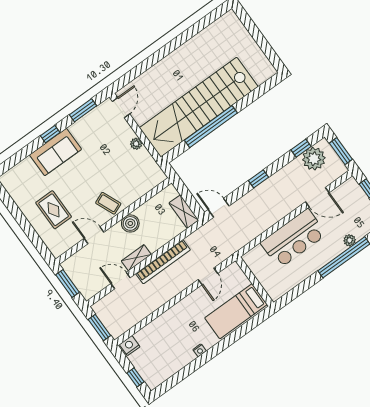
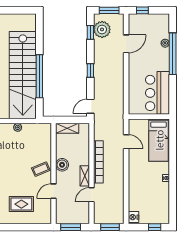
shelving: (184, 212) -> (67, 128), moved
bar counter: (293, 239) -> (158, 93), moved, turned 180

